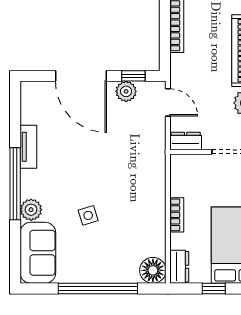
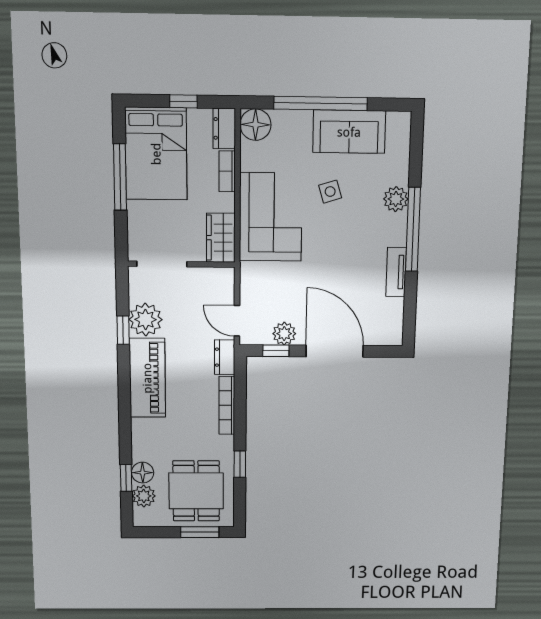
dresser: (186, 141) -> (225, 357), moved, turned 90
wardrobe: (182, 175) -> (221, 238), added
corner sofa: (139, 193) -> (271, 217), added
bookcase: (177, 215) -> (227, 171), moved
sofa: (38, 253) -> (349, 132), moved, turned -90

